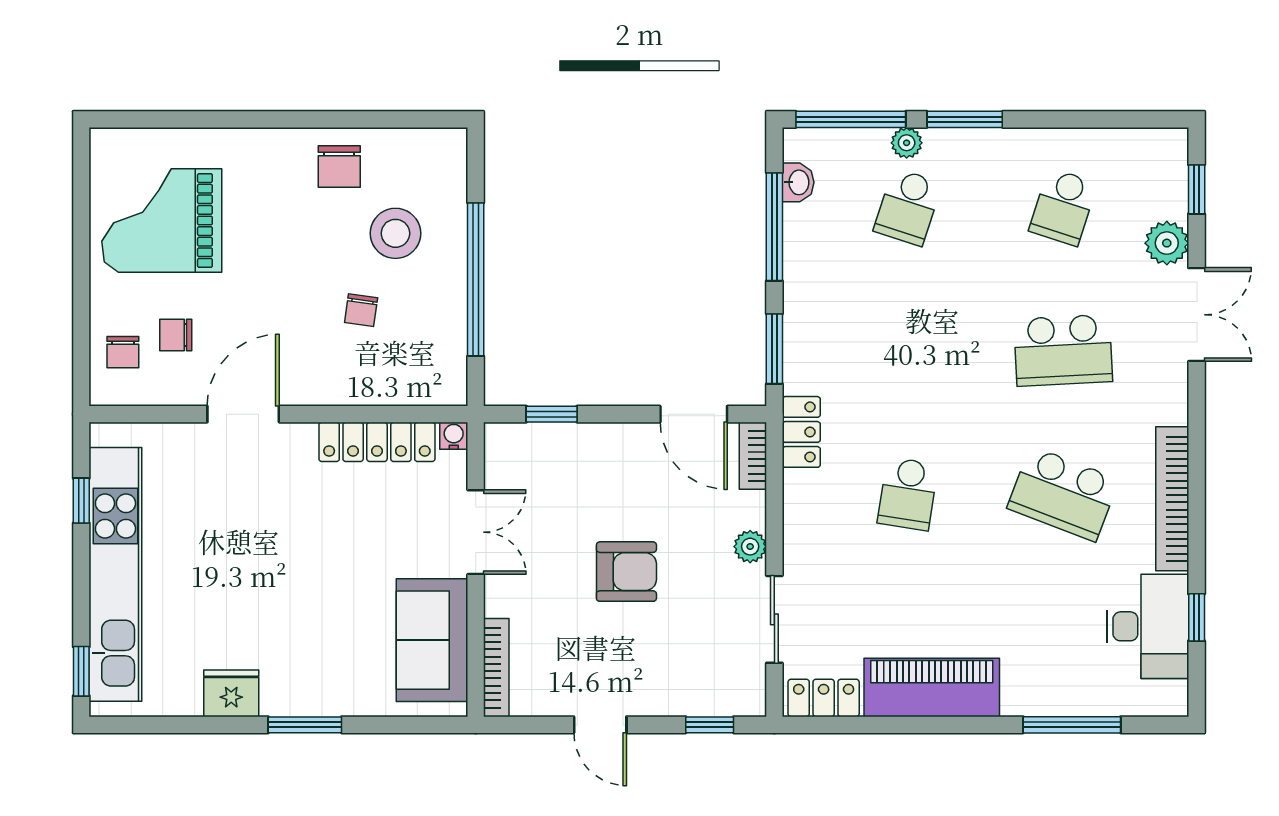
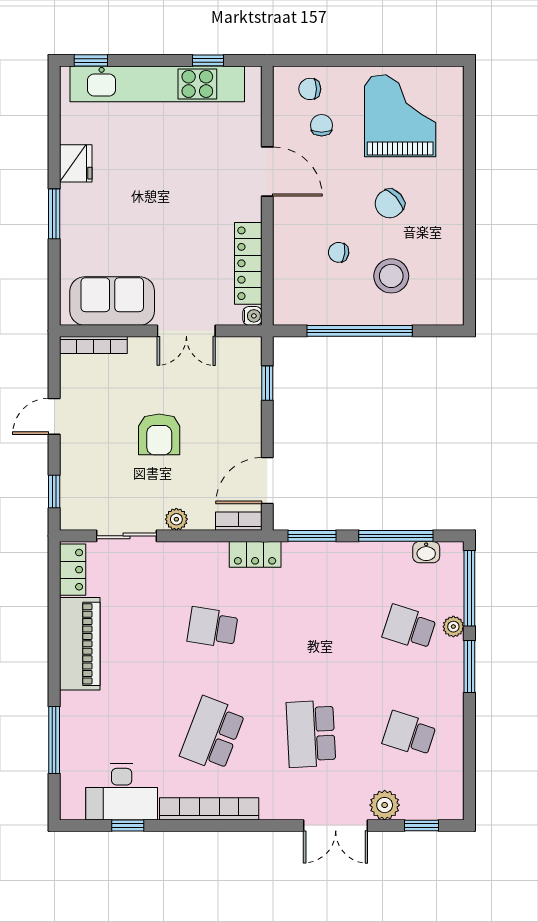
chair: (339, 167) -> (390, 204), moved, turned -42

